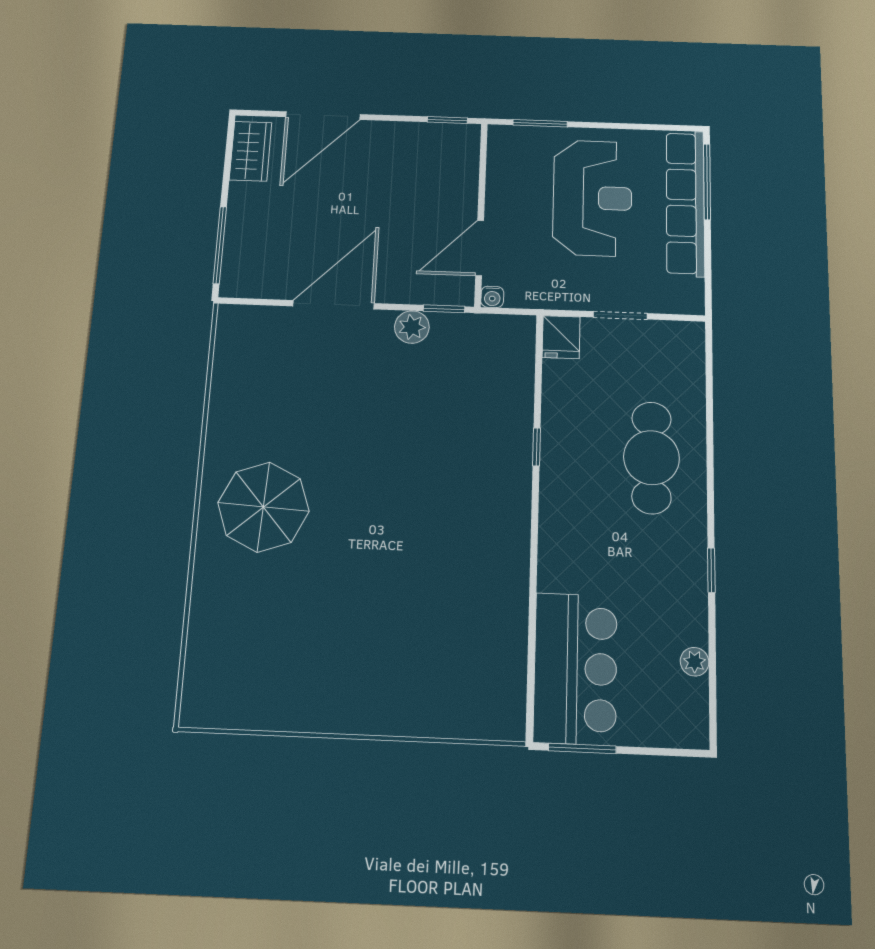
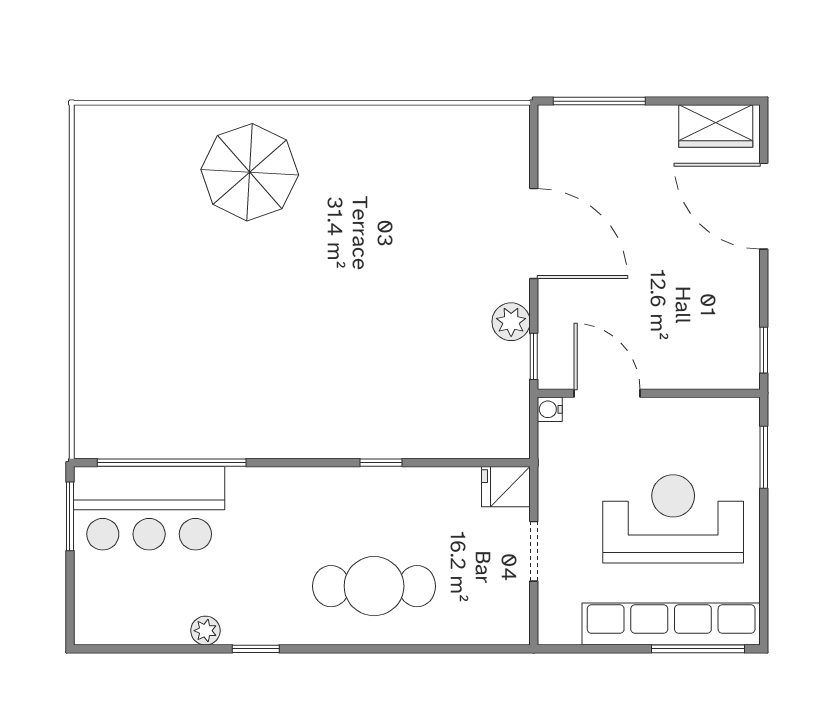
reception desk: (592, 198) -> (673, 519), turned 180
parasol: (263, 507) -> (250, 172), moved
window: (532, 644) -> (172, 463), added
plant: (695, 662) -> (205, 631), moved

